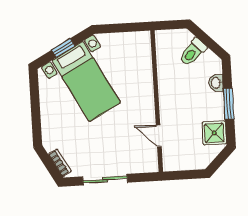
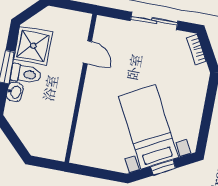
toilet: (193, 52) -> (26, 74), moved, turned 45
shower: (214, 133) -> (33, 46), width x1.36, depth x1.36

